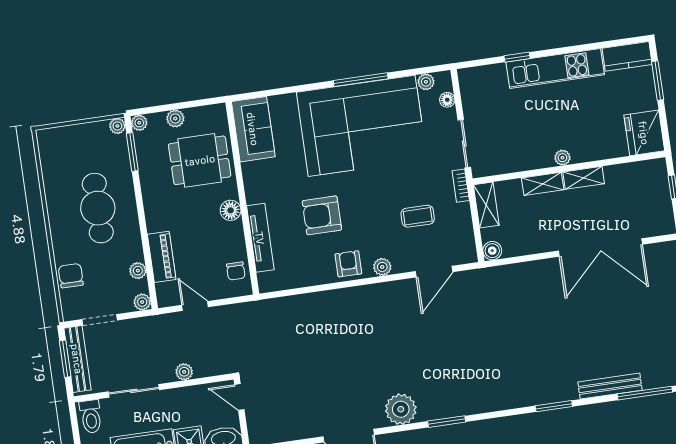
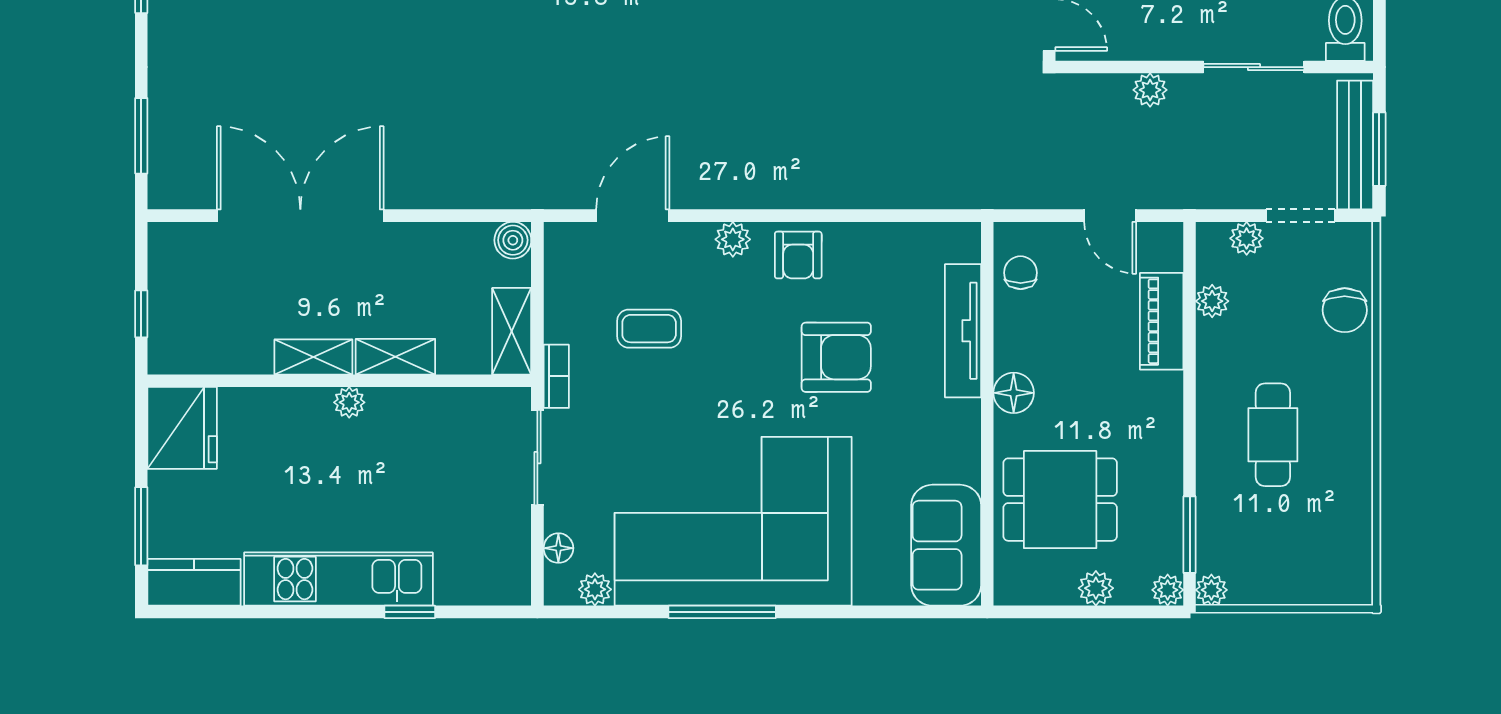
cafe table: (98, 208) -> (1273, 435), width x0.73, depth x0.74
plant: (142, 302) -> (1247, 238), moved

